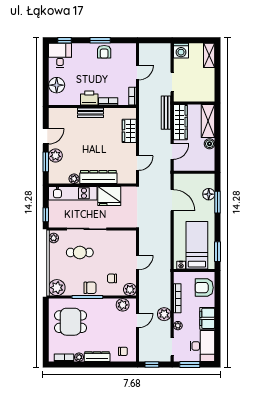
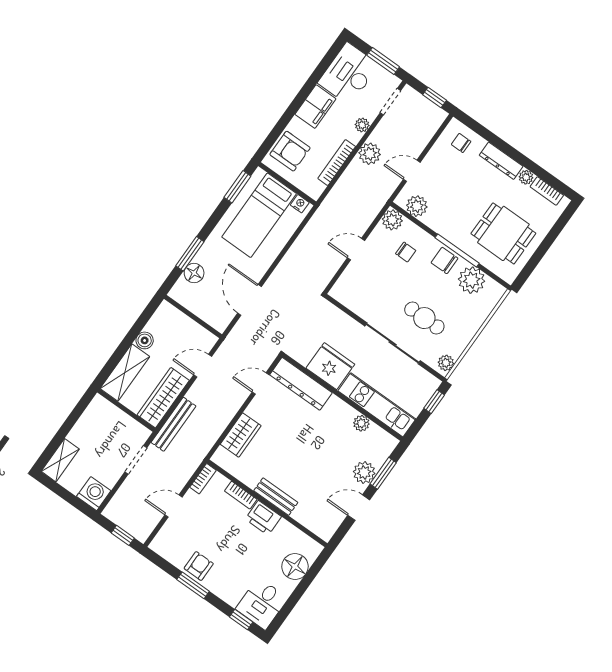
window: (152, 40) -> (123, 535), added
dresser: (98, 177) -> (301, 384), moved
plant: (57, 288) -> (472, 280), moved

